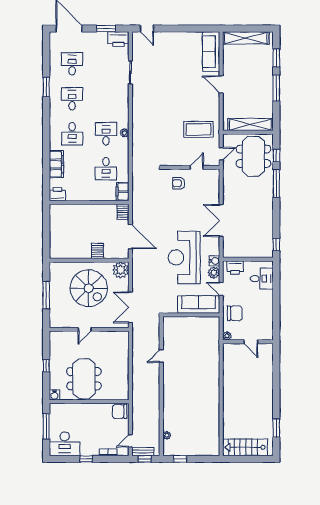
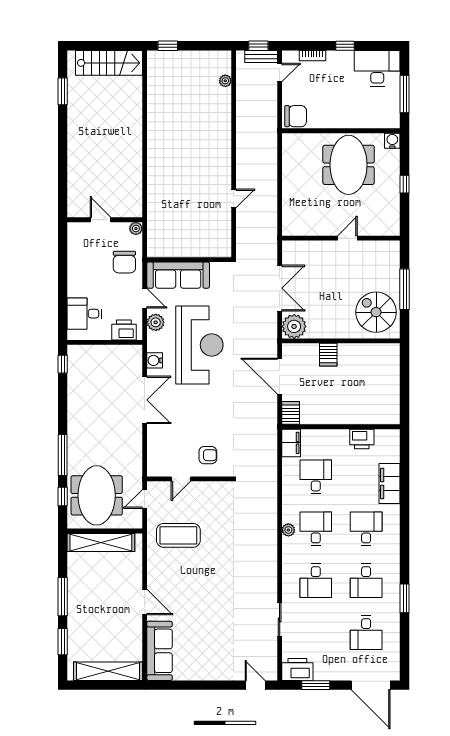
desk: (106, 99) -> (316, 581), added
desk: (106, 134) -> (316, 529), turned 180
printer: (57, 194) -> (362, 439), moved
water cooler: (214, 261) -> (155, 360), moved
spiral stairs: (89, 288) -> (376, 312), moved, width x0.73, depth x0.73
double door: (130, 307) -> (280, 288), moved
chair: (235, 313) -> (124, 262), turned -90
window: (180, 459) -> (168, 46), moved

